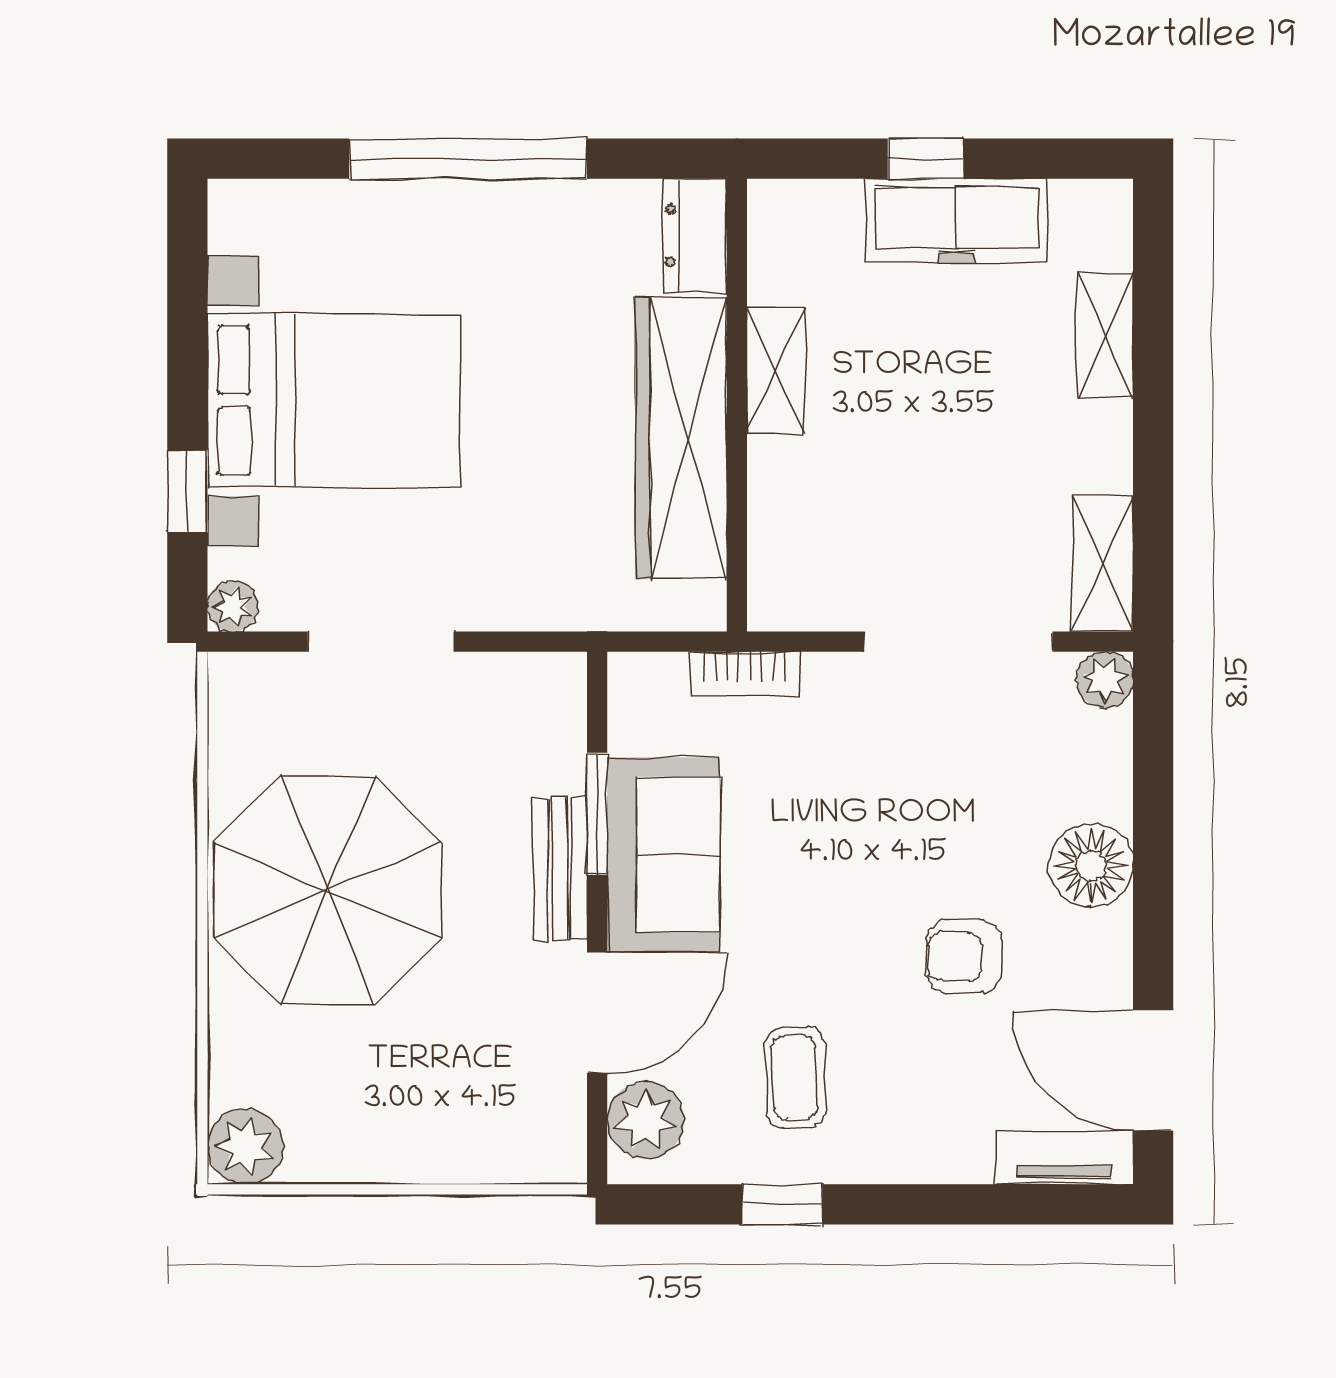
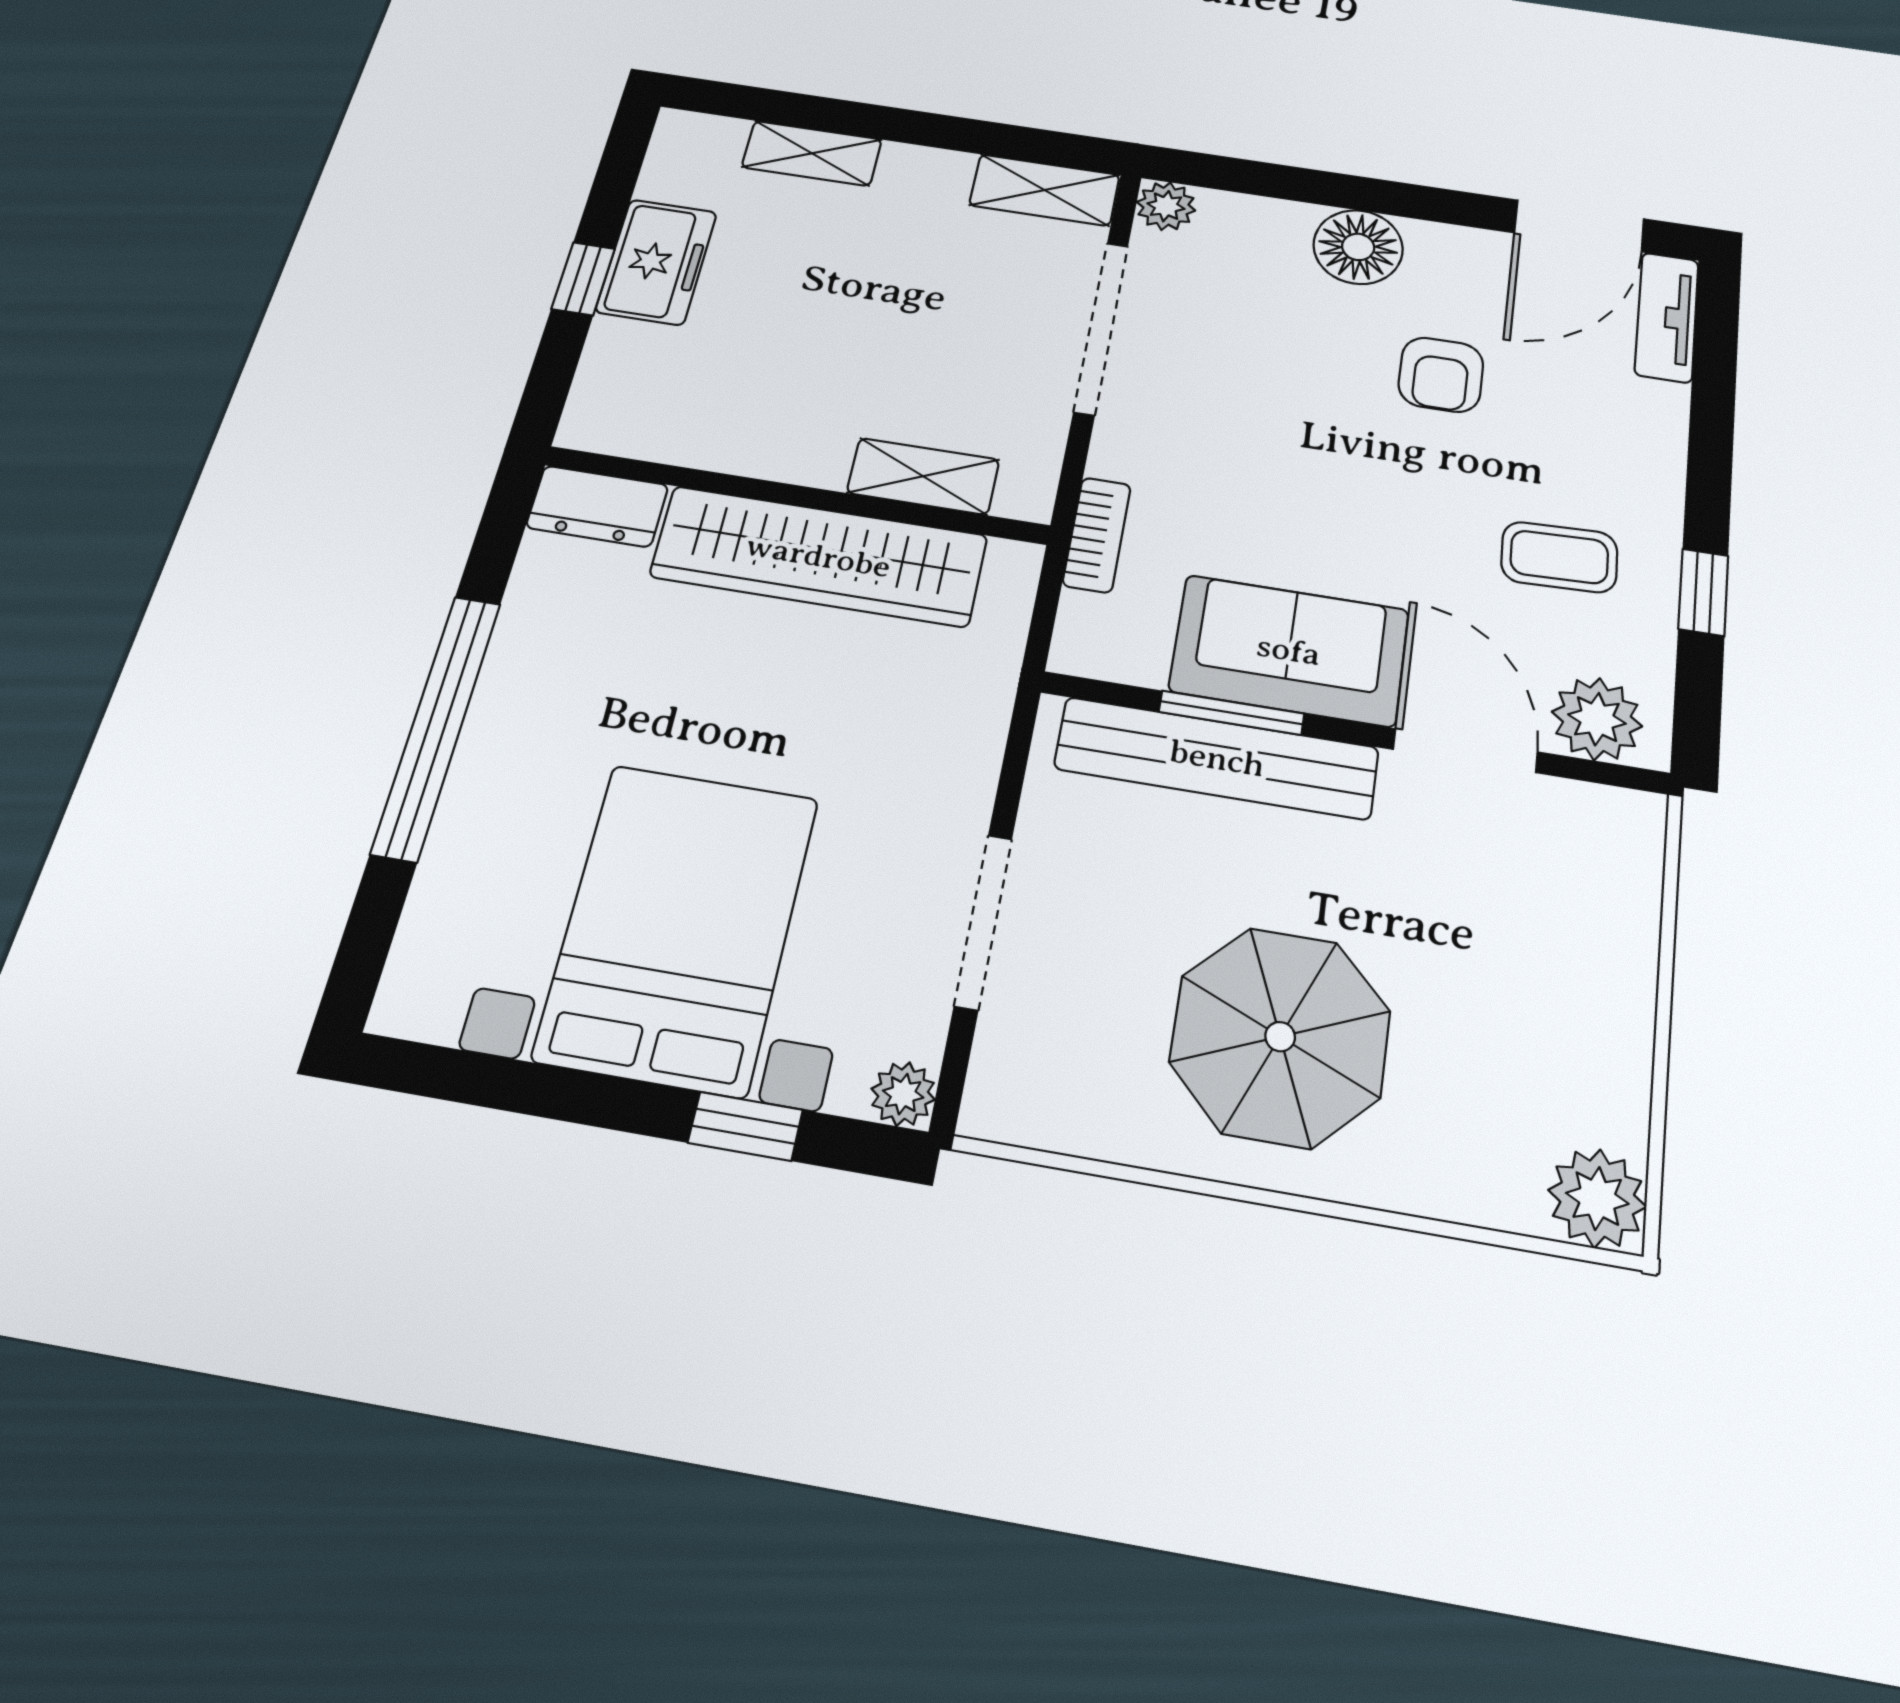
freezer: (956, 221) -> (657, 262), width x0.71
shelving: (776, 370) -> (923, 476), moved
bench: (560, 869) -> (1217, 758), width x1.86, depth x1.21
parasol: (328, 890) -> (1280, 1037), width x0.73, depth x0.73

